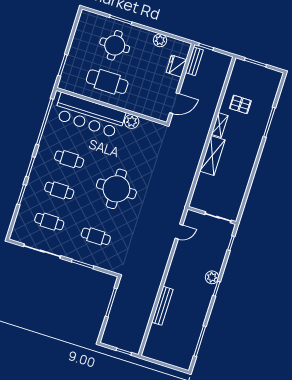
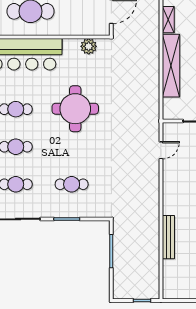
plant: (132, 121) -> (89, 46), moved
shelving: (212, 155) -> (171, 66), width x1.47
round table: (116, 189) -> (75, 109), moved

